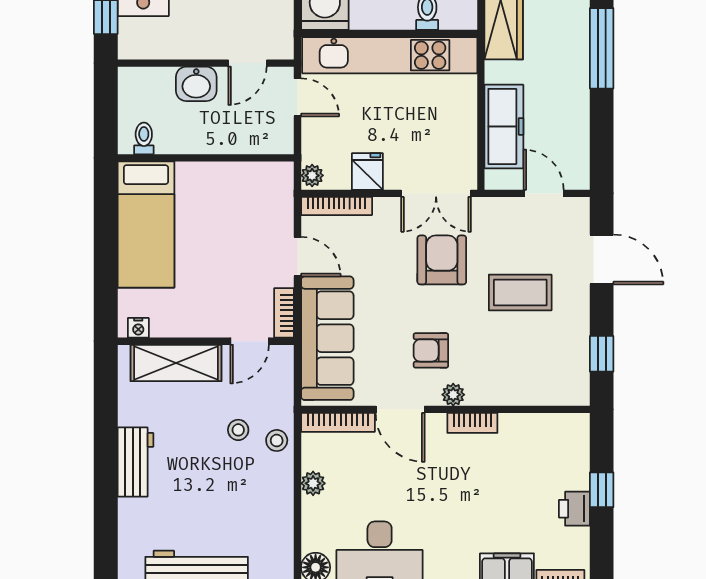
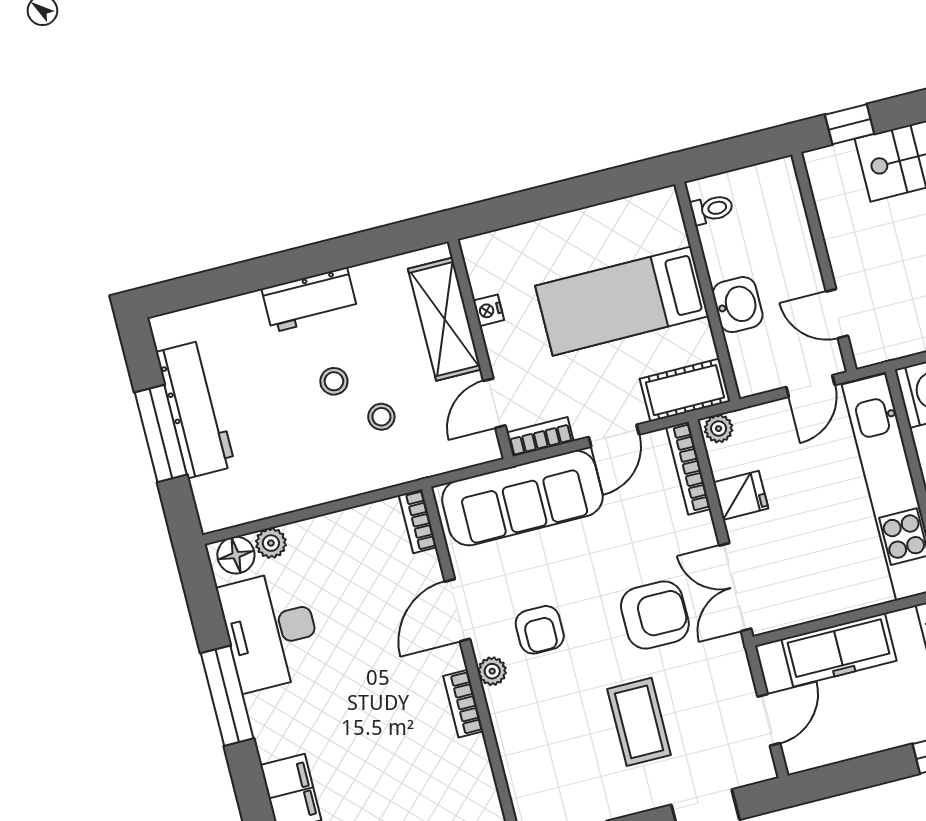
washbasin: (196, 84) -> (738, 305), moved, turned 180
cot: (276, 194) -> (685, 390), added
bed: (146, 225) -> (622, 301), moved
nightstand: (138, 328) -> (489, 310), moved
door: (250, 341) -> (494, 403), hinge flipped
armchair: (431, 350) -> (540, 630), turned 180
bookcase: (338, 422) -> (418, 521), width x0.64
stool: (277, 440) -> (334, 381), moved
plant: (313, 483) -> (271, 543), moved

